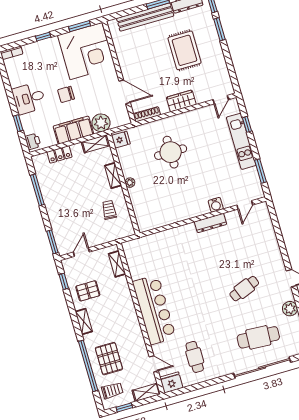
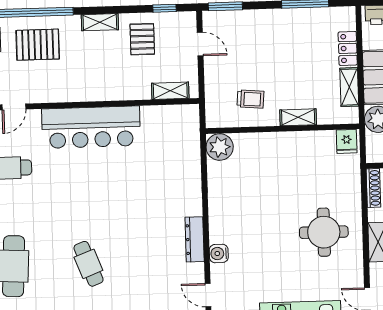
shelving: (95, 144) -> (349, 87), moved
round table: (171, 152) -> (324, 232), moved
plant: (130, 183) -> (220, 147), moved, width x1.87, depth x1.87

